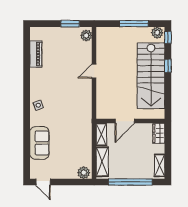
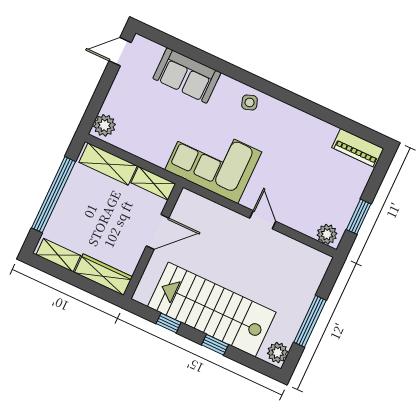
window: (168, 37) -> (169, 323), moved
piano: (36, 54) -> (358, 148), moved
corner sofa: (76, 110) -> (213, 161), added
door: (125, 121) -> (158, 232), swing flipped
wardrobe: (159, 133) -> (103, 275), width x1.50

